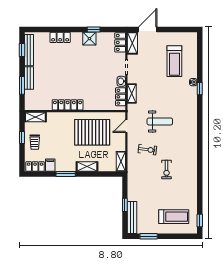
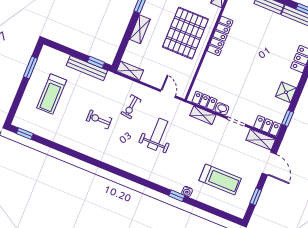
window: (94, 29) -> (288, 118), moved
window: (176, 29) -> (256, 197), added
treadmill: (174, 61) -> (220, 180), turned 180
weight bench: (160, 121) -> (158, 134), turned 180
pallet: (92, 132) -> (185, 33), moved
window: (125, 205) -> (96, 62), moved
treadmill: (174, 217) -> (52, 94), moved
bench: (132, 218) -> (87, 68), moved

